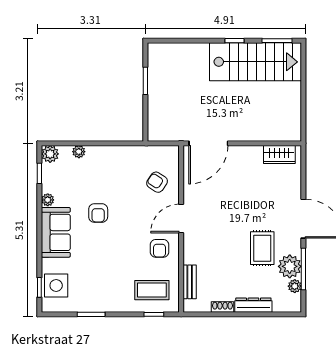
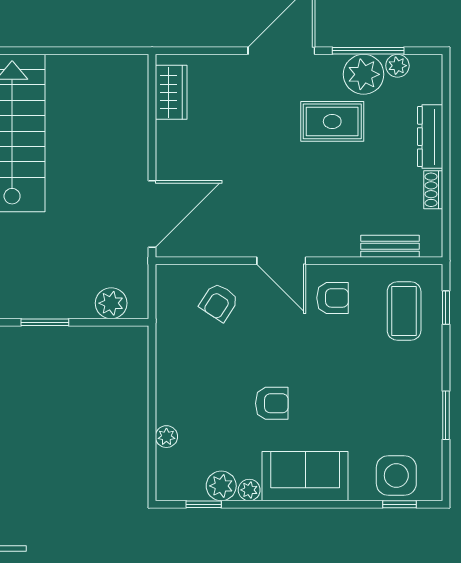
plant: (156, 119) -> (111, 303), added
door: (208, 143) -> (152, 214), hinge flipped
plant: (50, 154) -> (221, 486), moved

